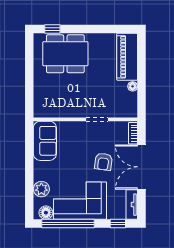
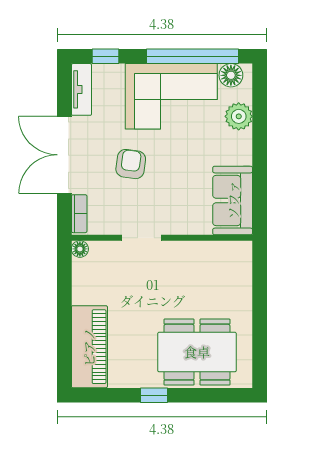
window: (52, 29) -> (154, 395), moved
floor lamp: (133, 86) -> (80, 249), moved
double door: (142, 167) -> (64, 155), swing flipped

